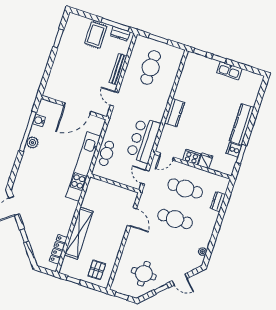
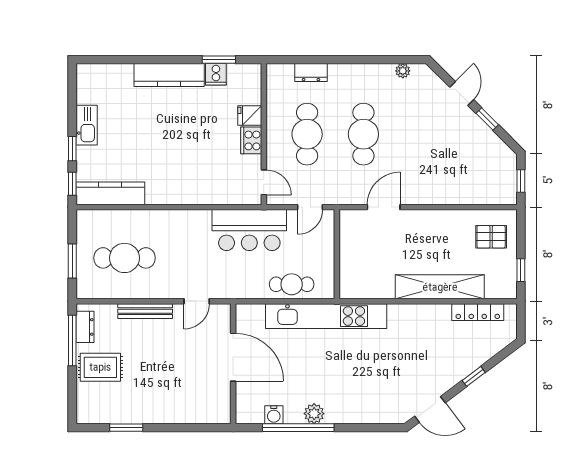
kitchen counter: (174, 113) -> (110, 193), moved, width x1.50
round table: (144, 274) -> (472, 156), removed

